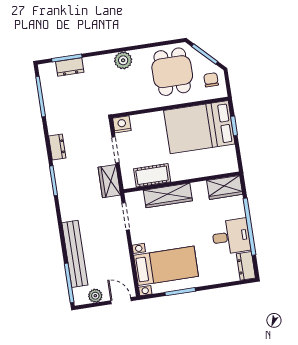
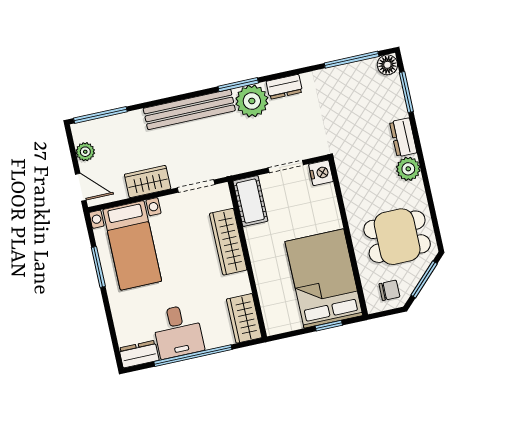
dresser: (70, 67) -> (403, 137), moved
floor lamp: (46, 71) -> (387, 65), added
plant: (66, 171) -> (252, 101), added
cot: (152, 175) -> (250, 201), moved
wardrobe: (109, 181) -> (148, 182), moved
bench: (75, 254) -> (189, 109), moved
door: (121, 301) -> (81, 187), hinge flipped

